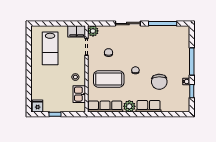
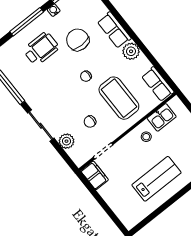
plant: (93, 31) -> (66, 141), moved
lab bench: (50, 48) -> (156, 179), moved
wheelchair: (170, 58) -> (41, 49), added
chair: (159, 82) -> (78, 40), turned -88
row of seats: (105, 107) -> (158, 84), width x0.68

